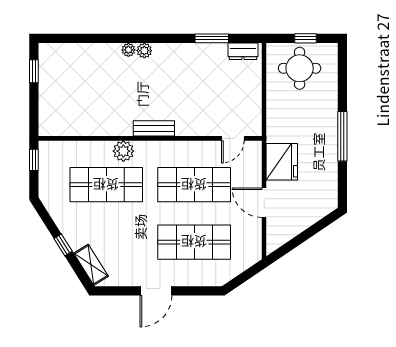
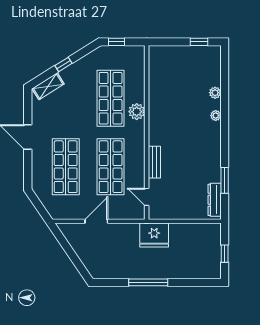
plant: (144, 51) -> (215, 93), moved
dresser: (243, 51) -> (215, 200), width x1.44
round table: (300, 68) -> (201, 249), removed
bench: (154, 128) -> (154, 162), moved
window: (34, 160) -> (117, 42), moved
fridge: (282, 162) -> (154, 235), moved

